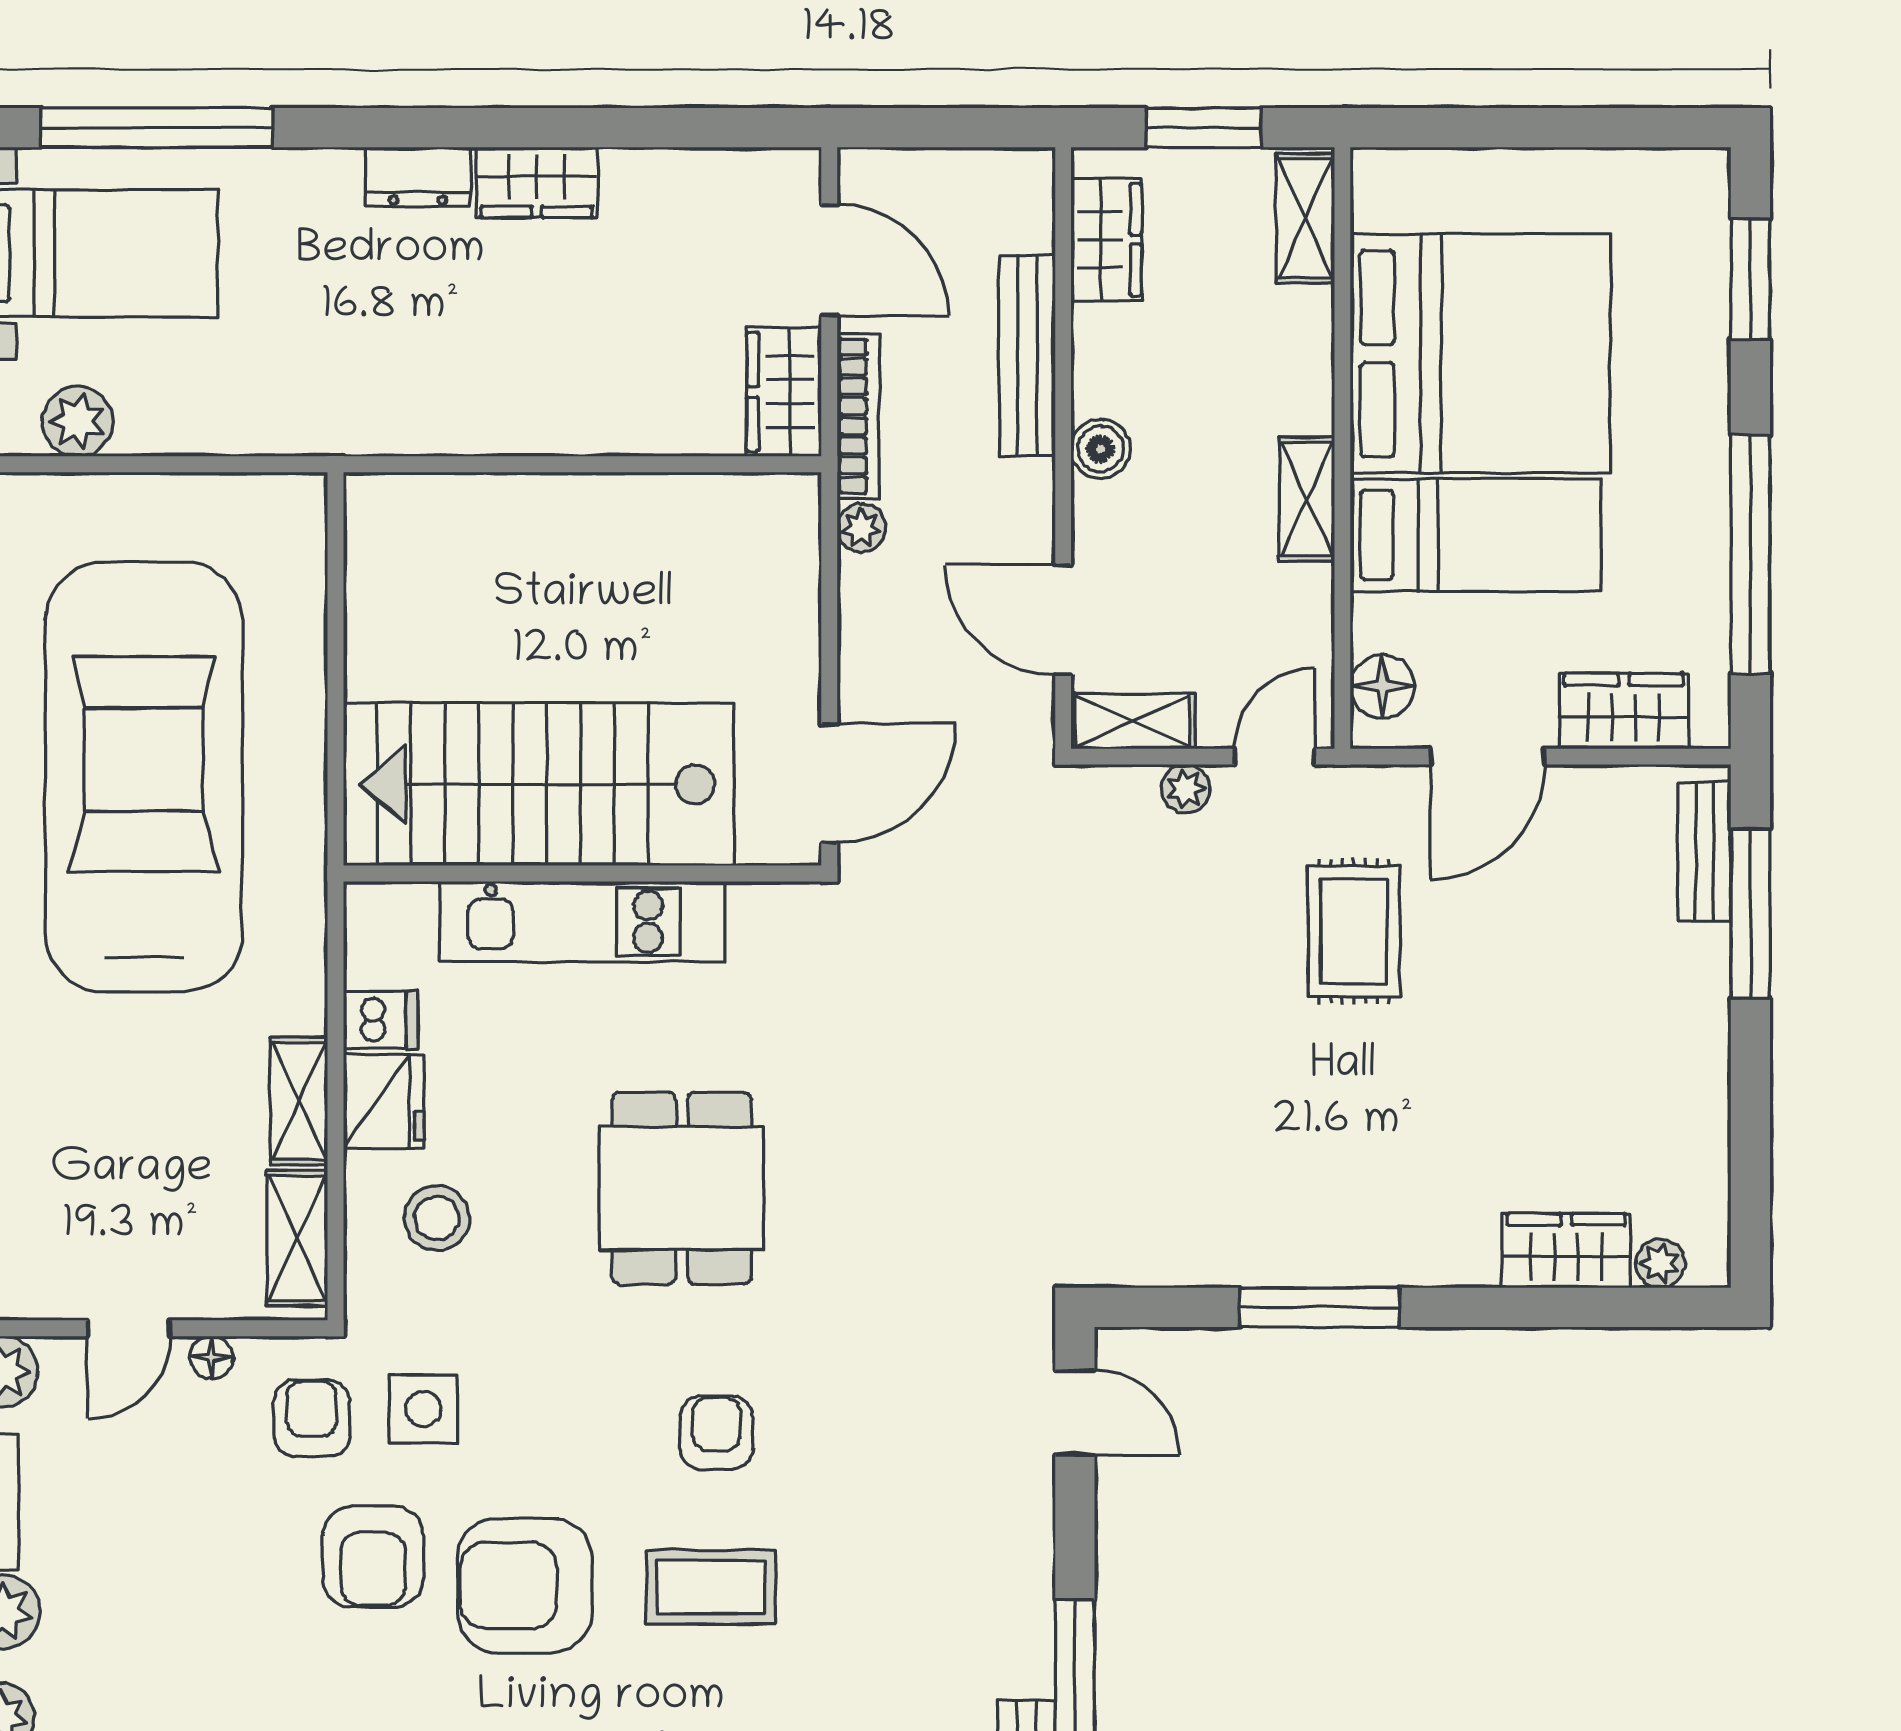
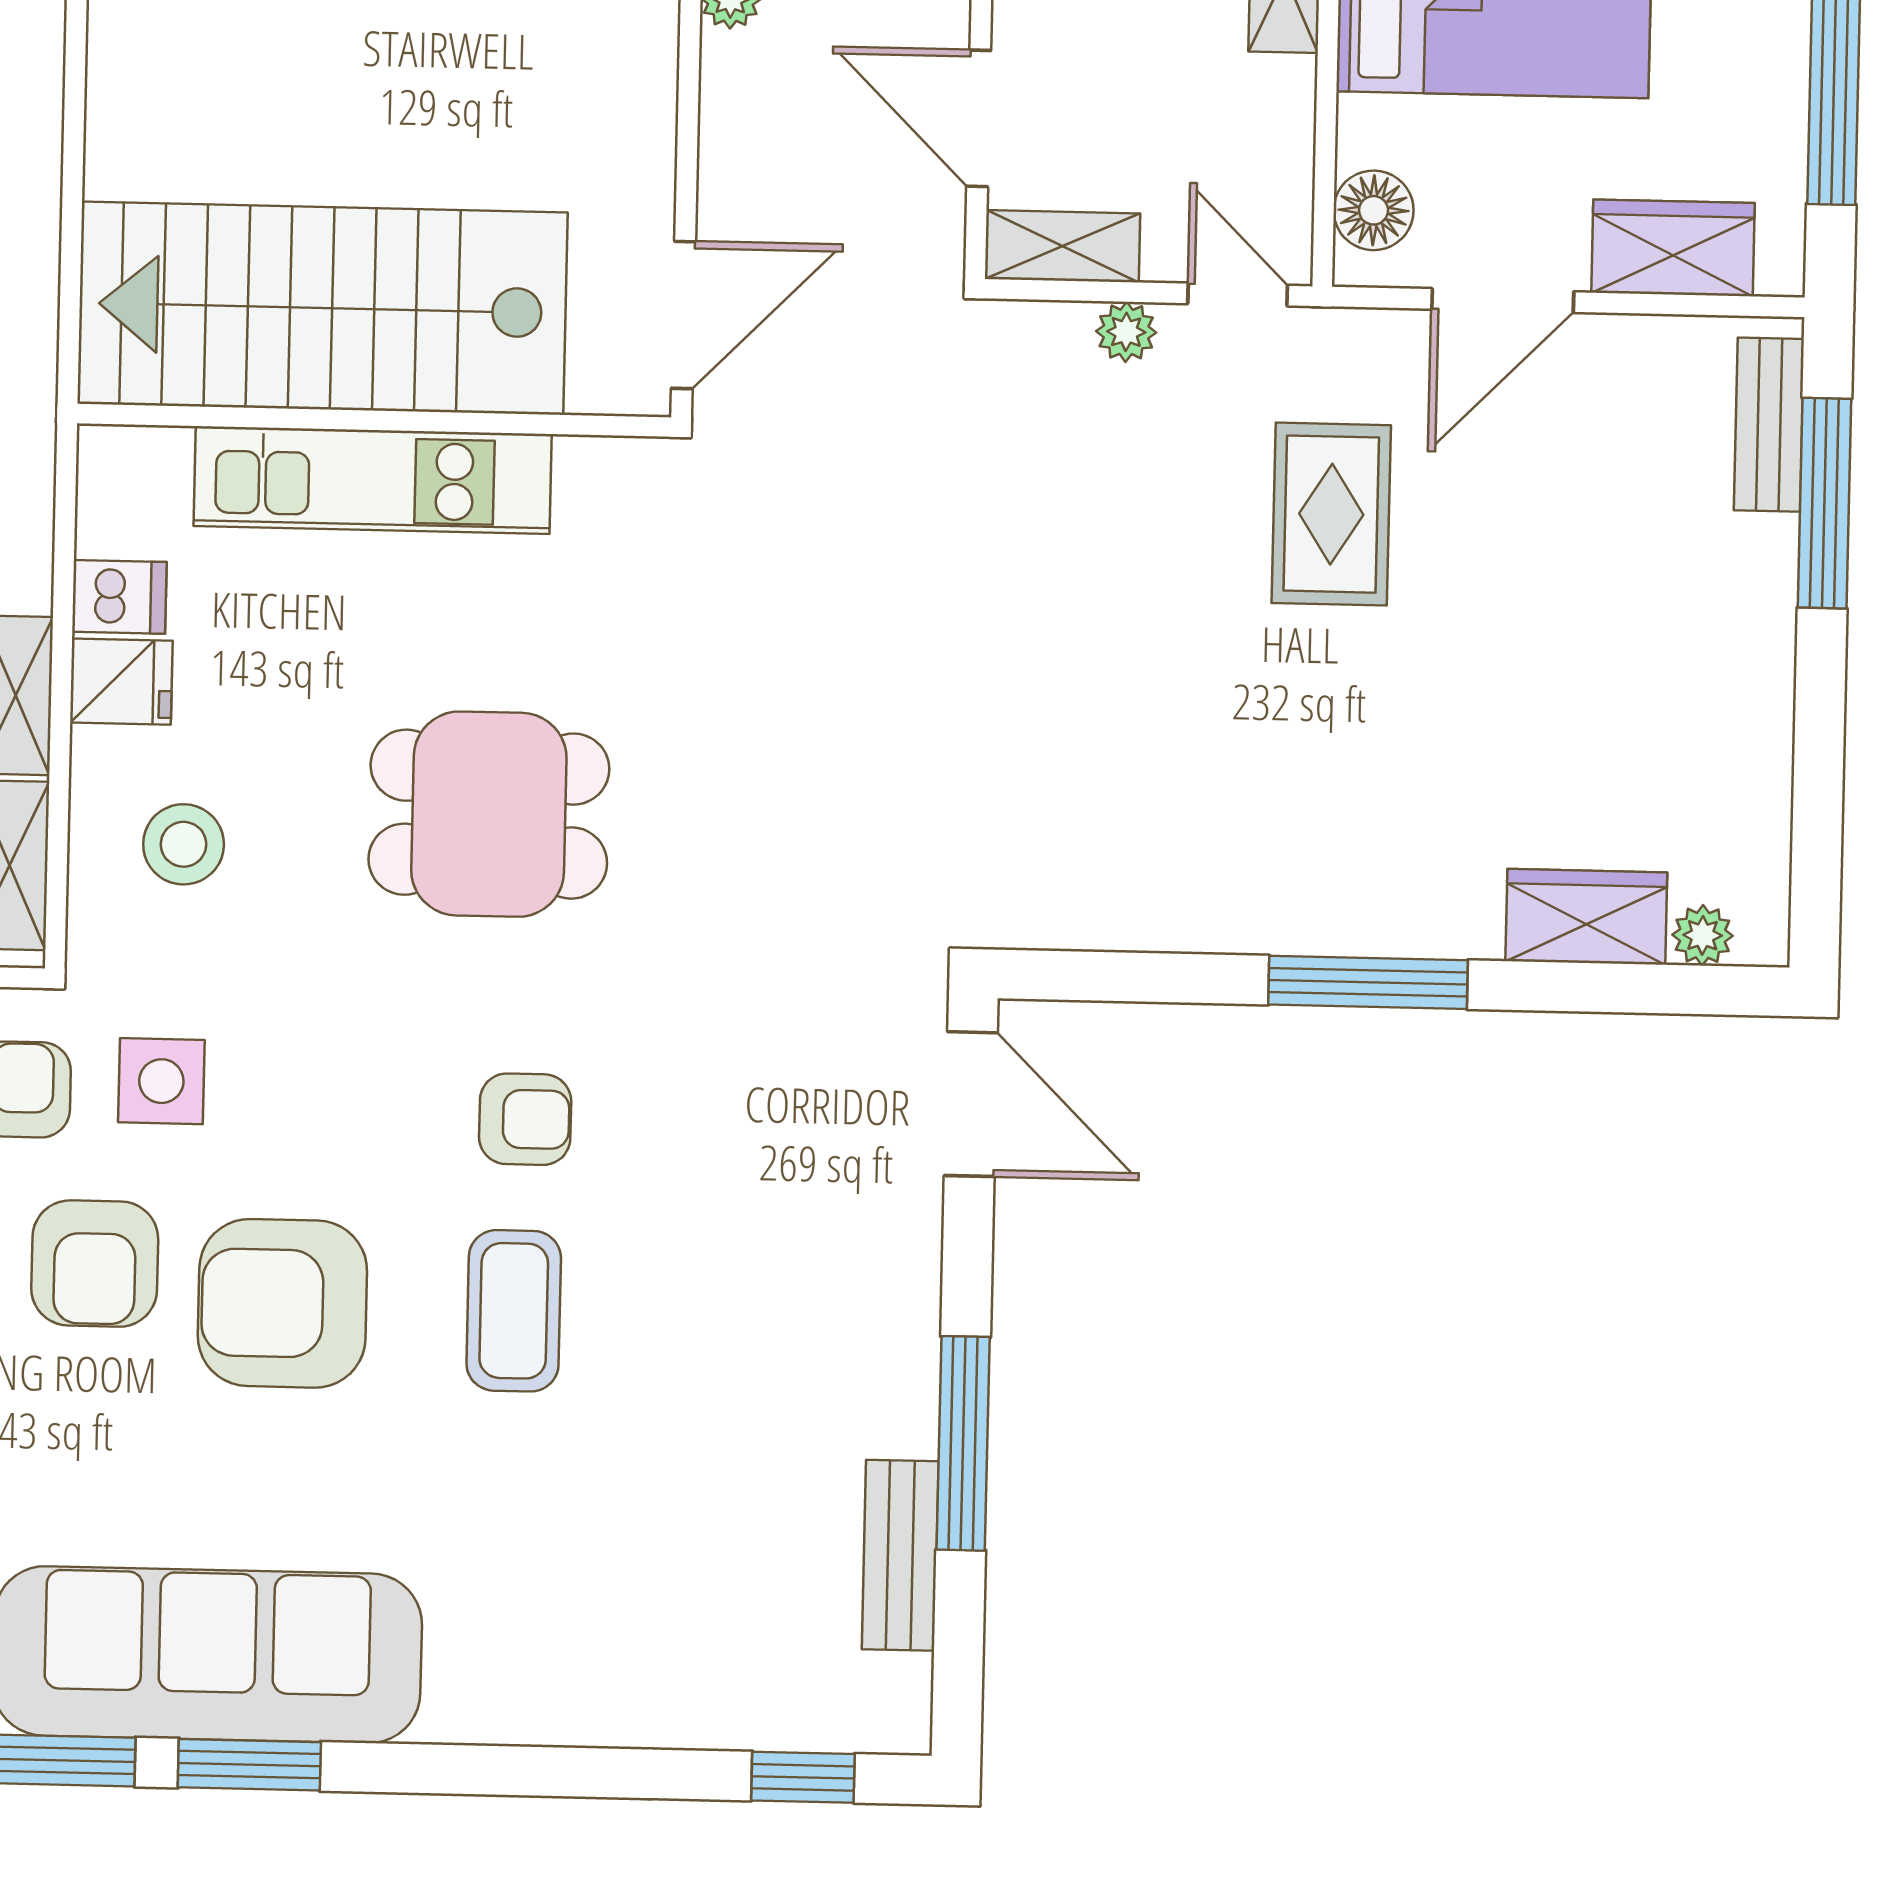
door: (1275, 757) -> (1238, 294), hinge flipped
fridge: (384, 1101) -> (121, 682), width x0.72
dining table: (682, 1188) -> (489, 814), turned 90
window: (1320, 1307) -> (1368, 982), moved
door: (1075, 1413) -> (971, 1104), width x1.38
armchair: (717, 1433) -> (525, 1119), turned 90
coffee table: (711, 1587) -> (514, 1311), turned 90

